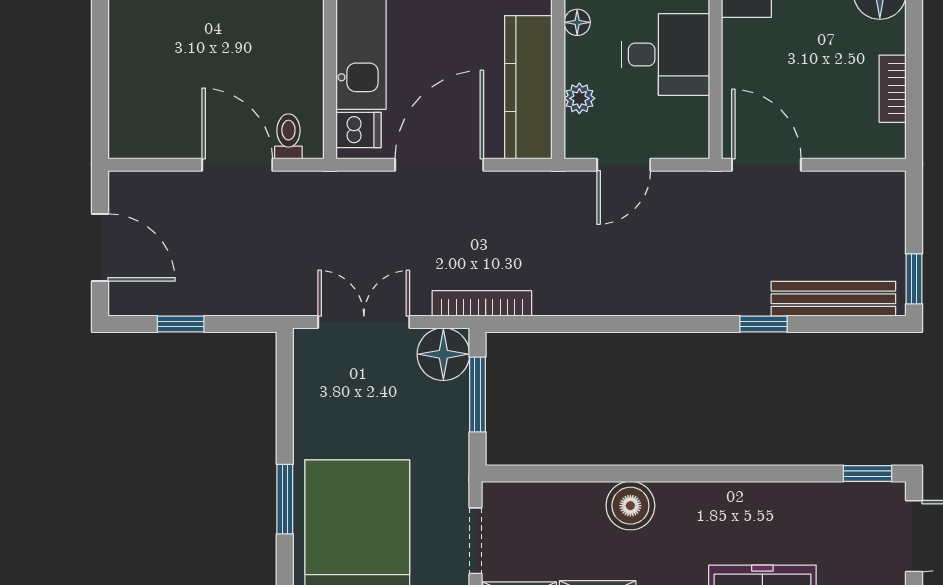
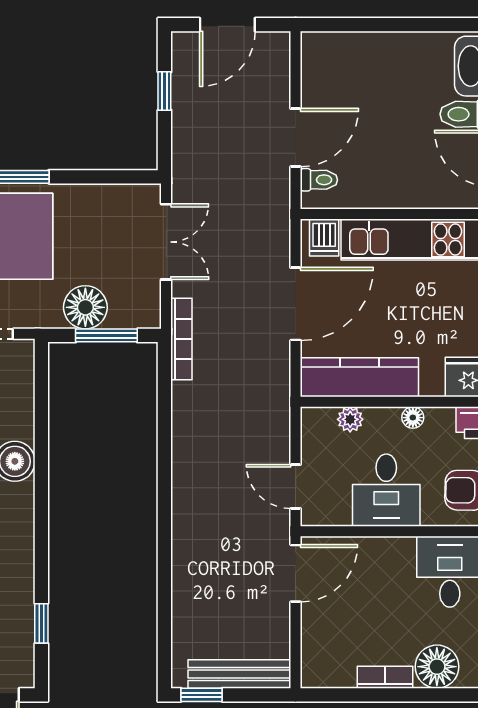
bookcase: (893, 89) -> (385, 677), moved
door: (439, 165) -> (296, 304), hinge flipped
door: (624, 165) -> (296, 486), moved
bench: (833, 299) -> (239, 674), moved, turned 90
window: (763, 324) -> (164, 571), removed
floor lamp: (443, 354) -> (85, 307), moved
window: (867, 473) -> (41, 623), moved

